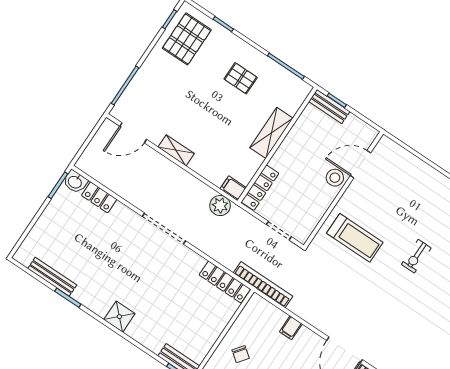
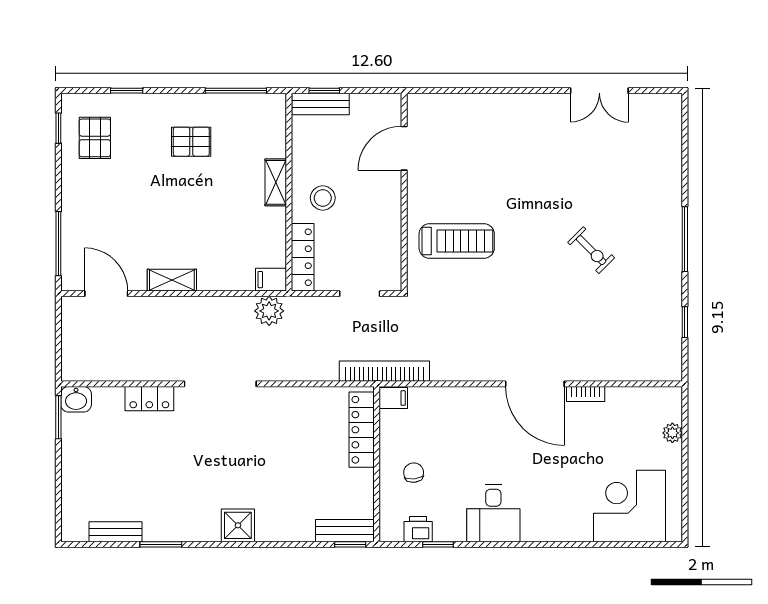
pallet: (187, 39) -> (95, 138), width x0.67, depth x0.71
door: (133, 133) -> (106, 294), swing flipped
shelving: (271, 133) -> (276, 182), width x0.67, depth x0.75
stool: (335, 178) -> (323, 198), moved
locker: (99, 197) -> (149, 399), moved
exercise bike: (416, 256) -> (591, 250), moved, turned -45
bench: (52, 277) -> (116, 532), width x0.73
locker: (225, 282) -> (362, 430), moved, turned 90
filing cabinet: (291, 328) -> (393, 398), moved, turned -90
chair: (241, 354) -> (414, 473), turned -133

